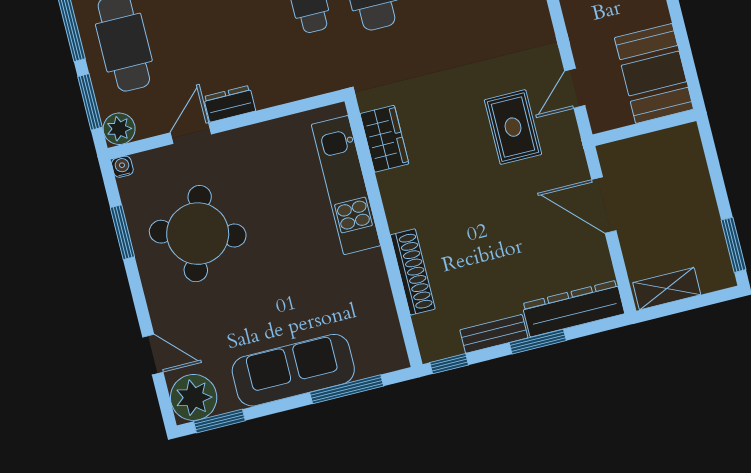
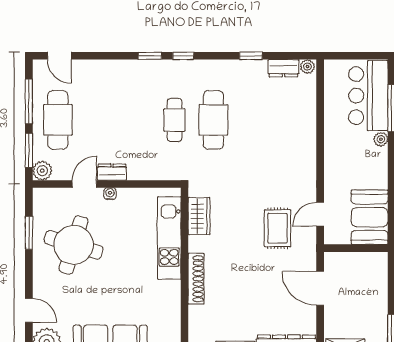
water cooler: (122, 167) -> (110, 194), moved
shoe rack: (413, 272) -> (196, 279), moved

